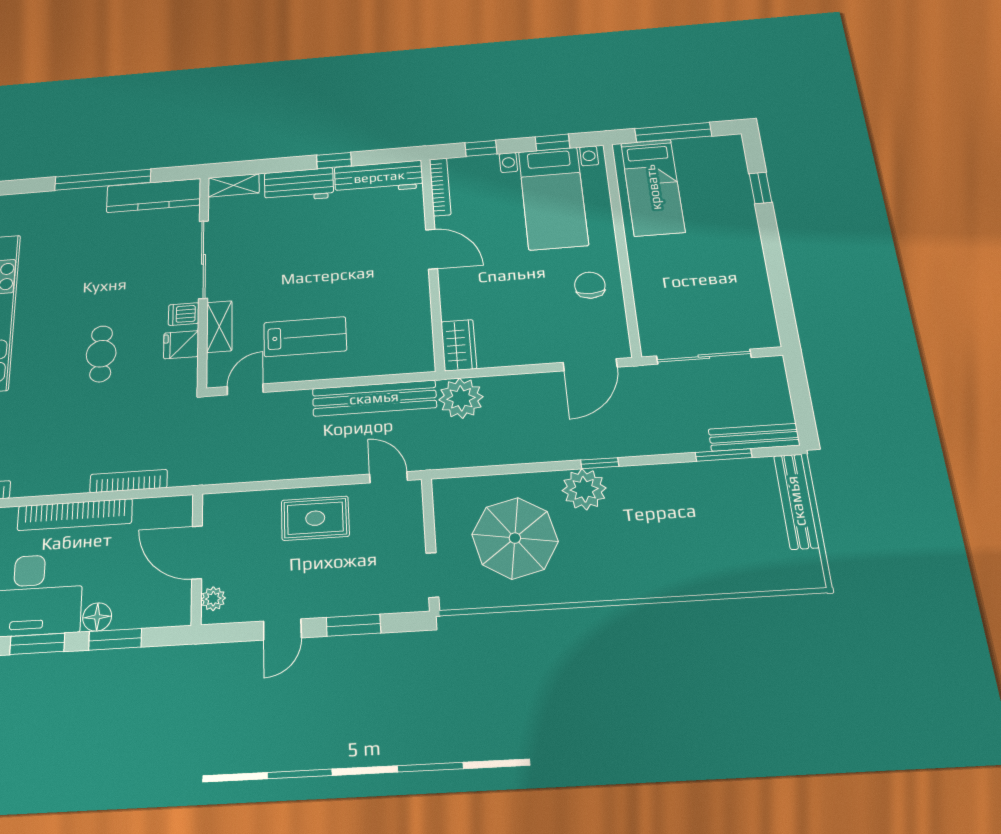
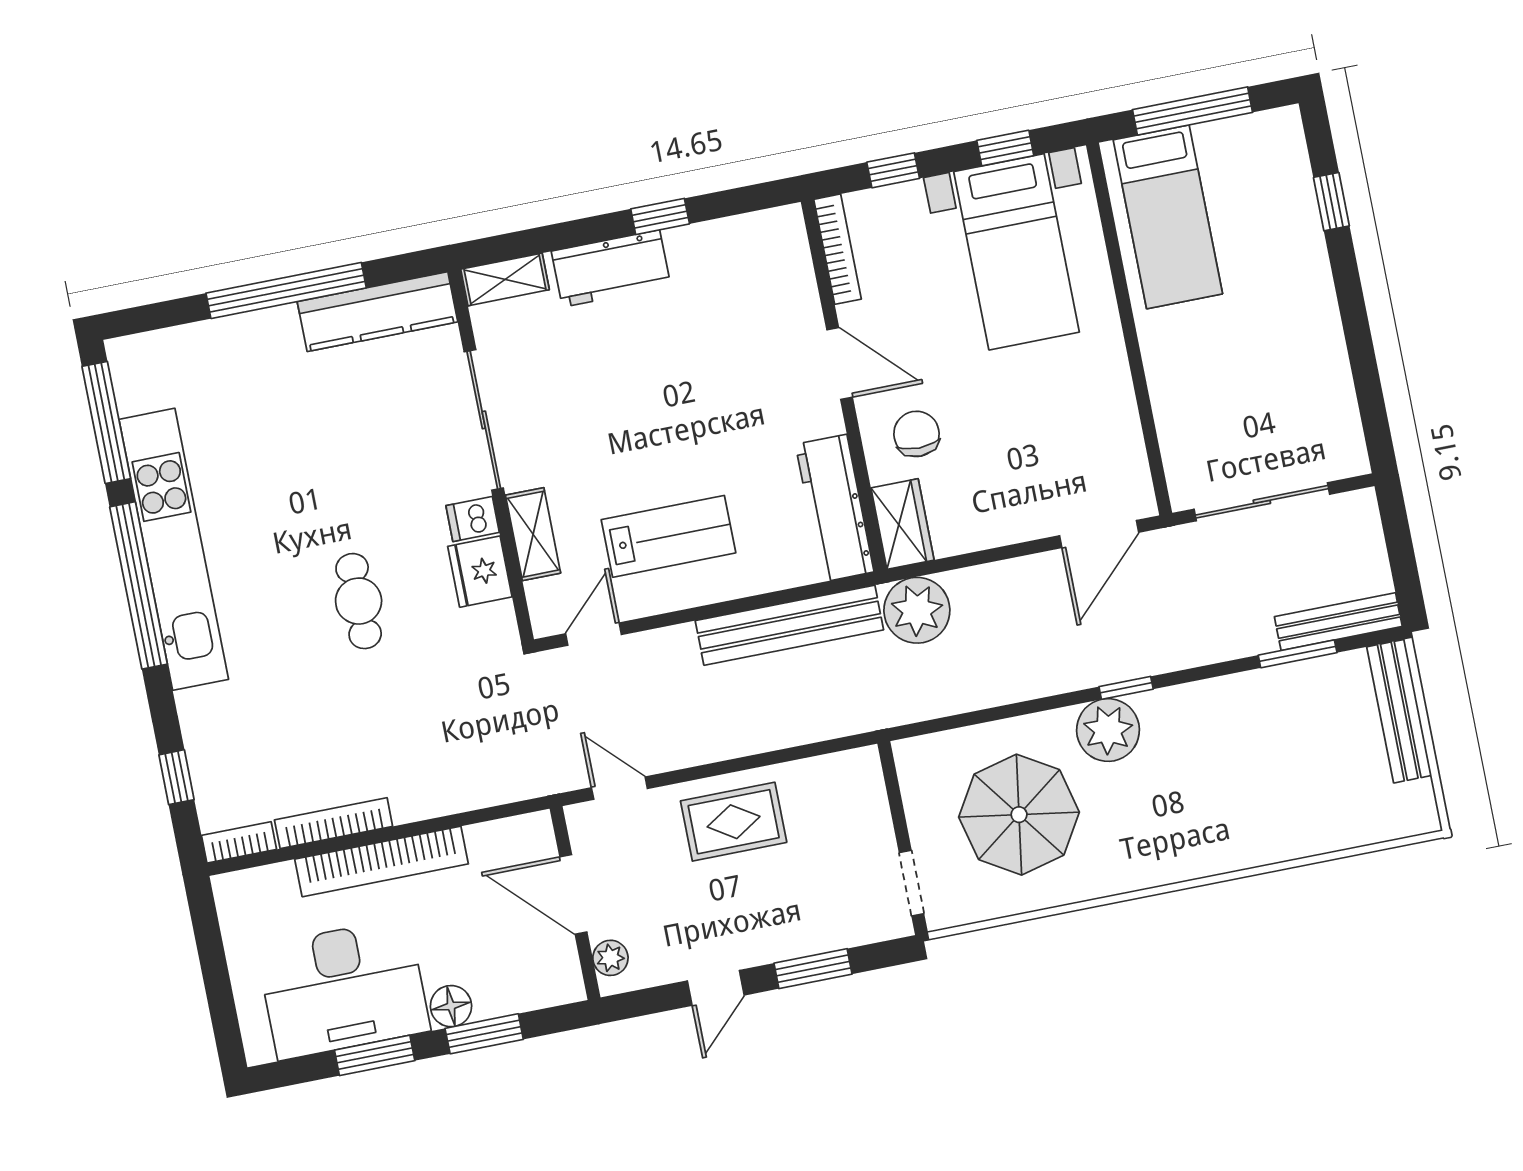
workbench: (379, 177) -> (835, 508), moved, turned 90
chair: (590, 285) -> (917, 434), moved
fridge: (181, 345) -> (480, 572), width x1.38
door: (389, 477) -> (619, 788), moved
bookcase: (129, 481) -> (334, 823), moved

